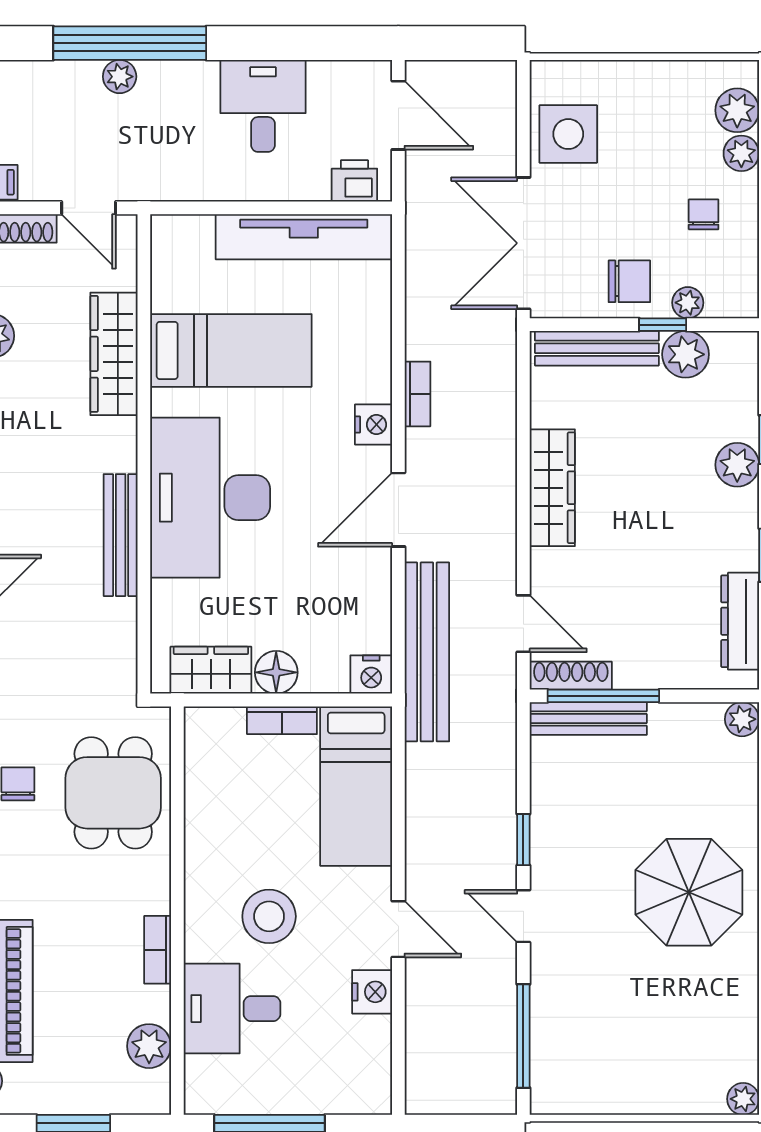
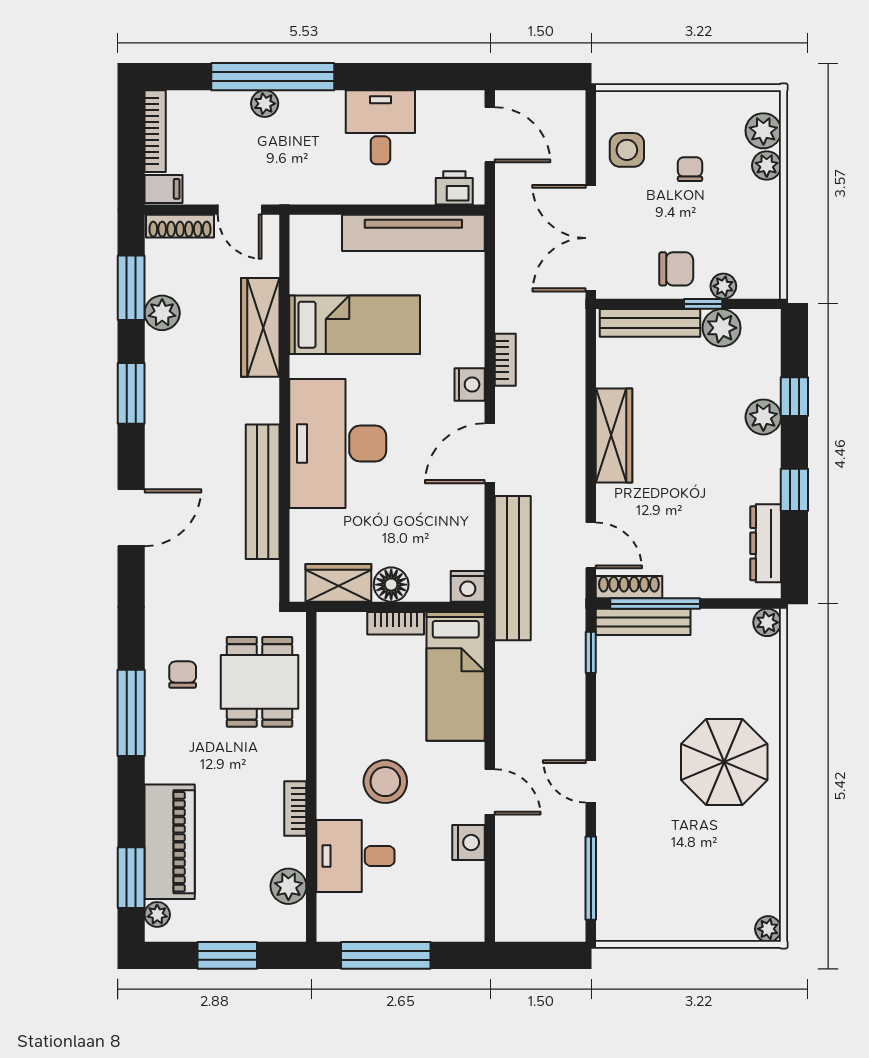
side table: (568, 134) -> (627, 150), width x0.73, depth x0.73
chair: (704, 214) -> (690, 169), moved
bench: (121, 535) -> (263, 492), width x1.37, depth x1.21
window: (523, 840) -> (591, 652), moved

